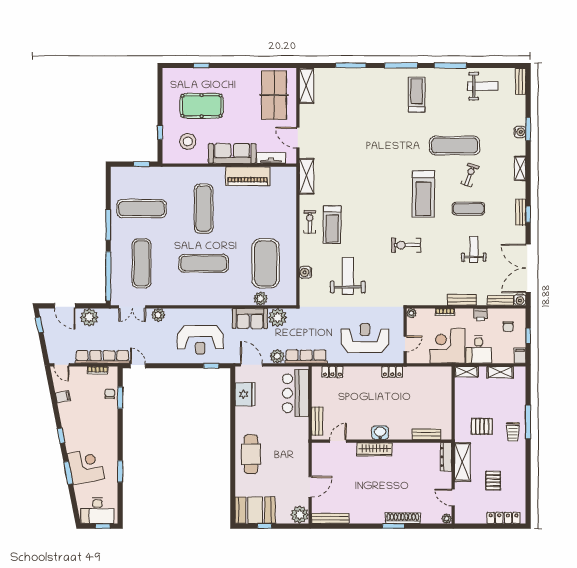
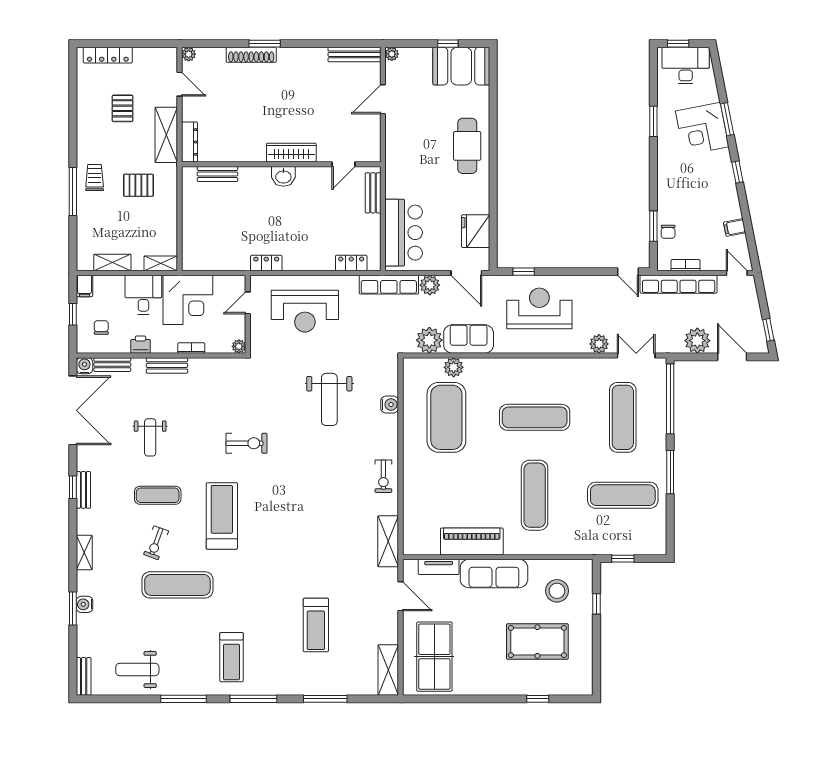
treadmill: (332, 225) -> (316, 625), moved, turned 180
plant: (300, 515) -> (392, 54), width x0.53, depth x0.53

